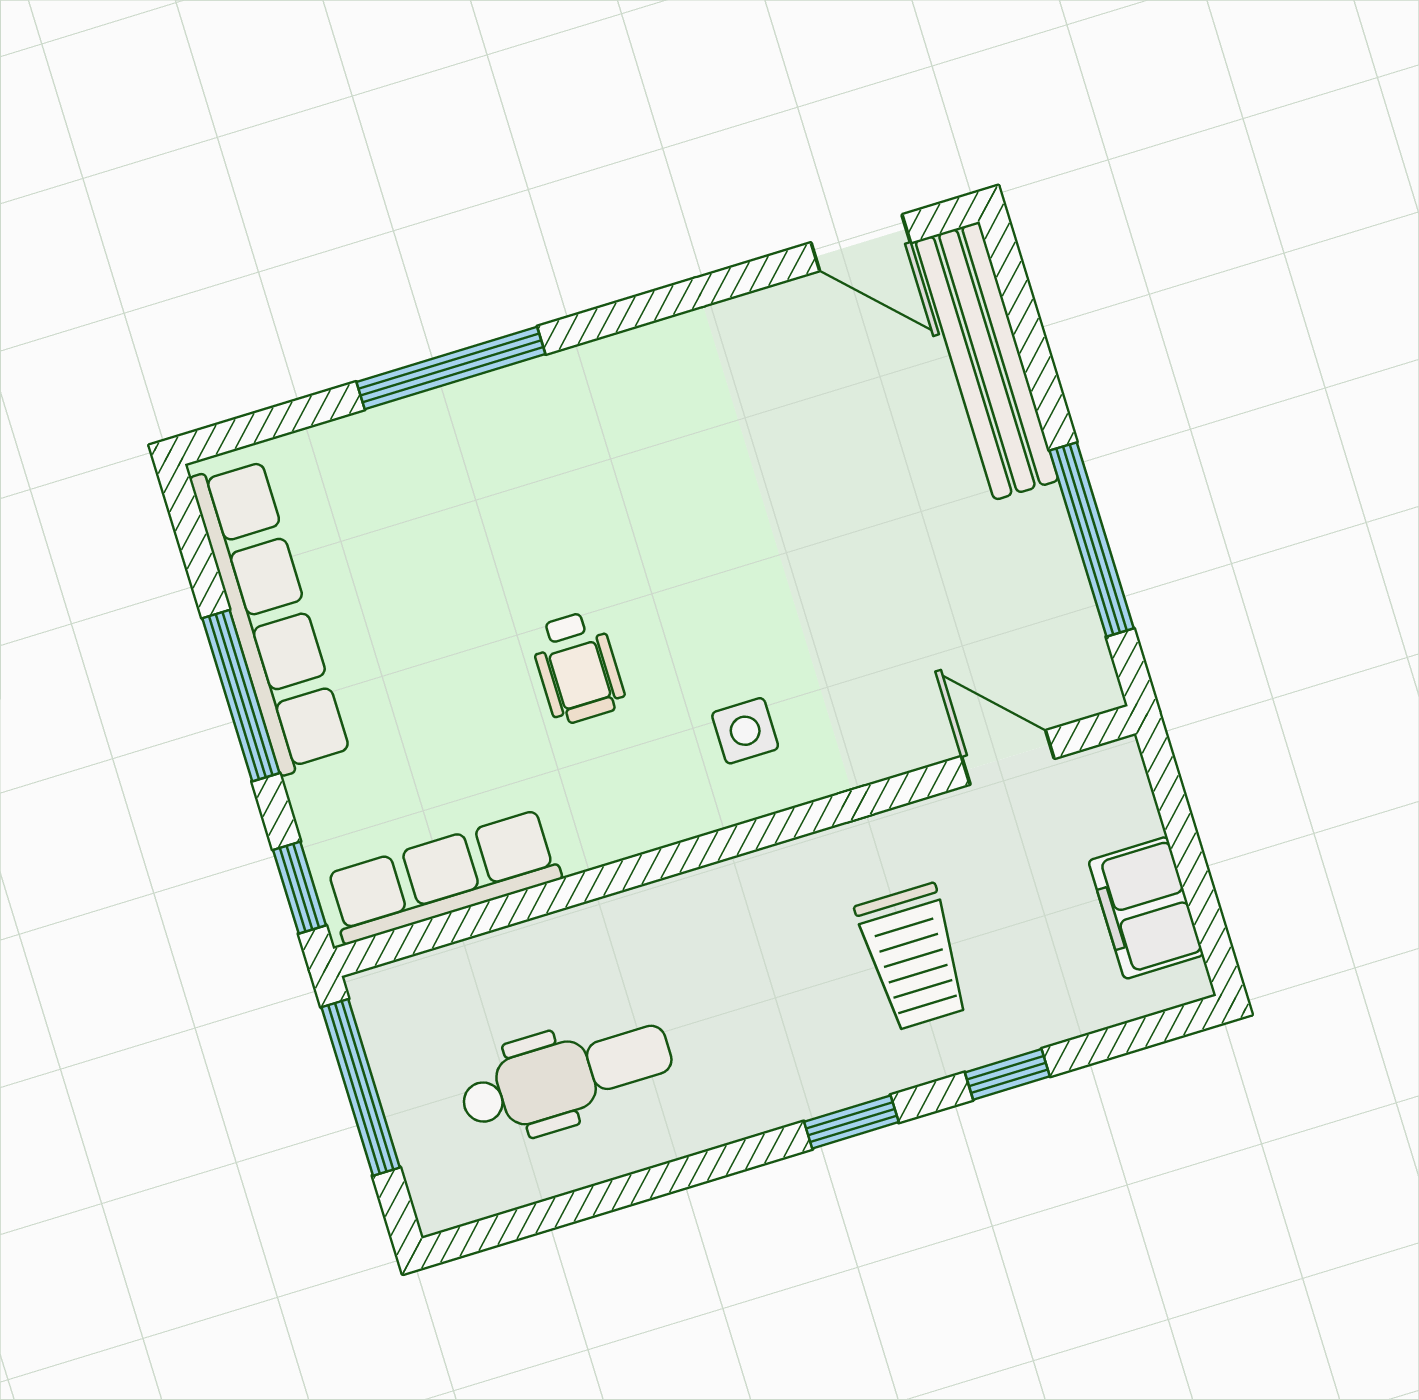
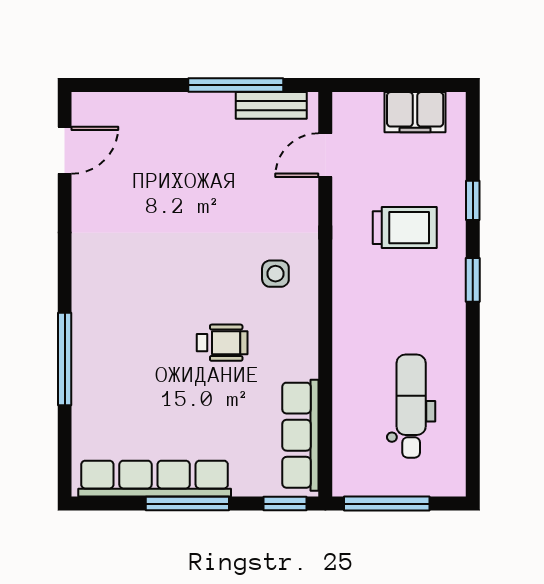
bench: (987, 361) -> (271, 105), moved, width x0.54, depth x0.82

